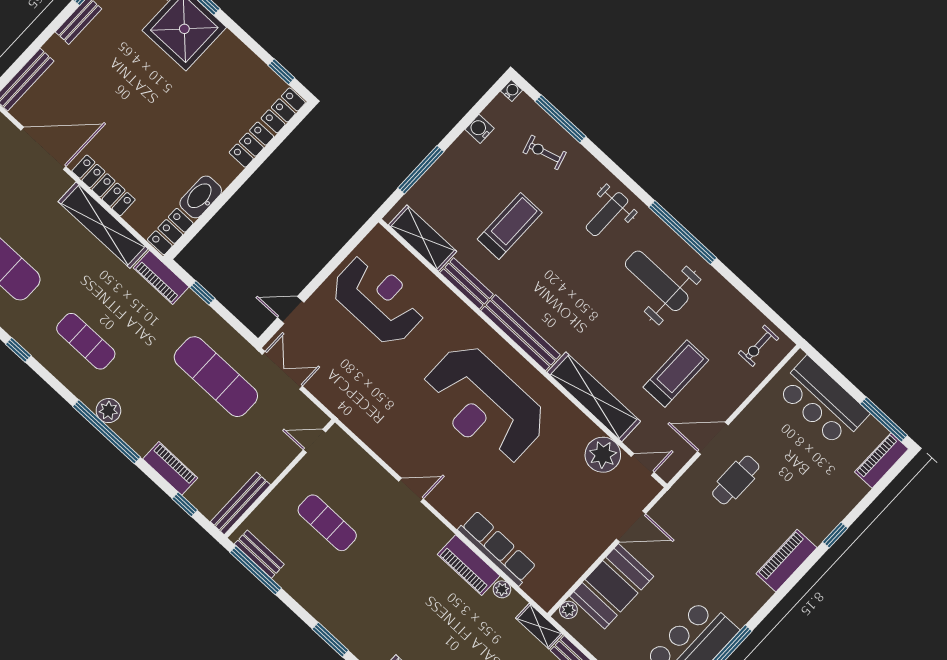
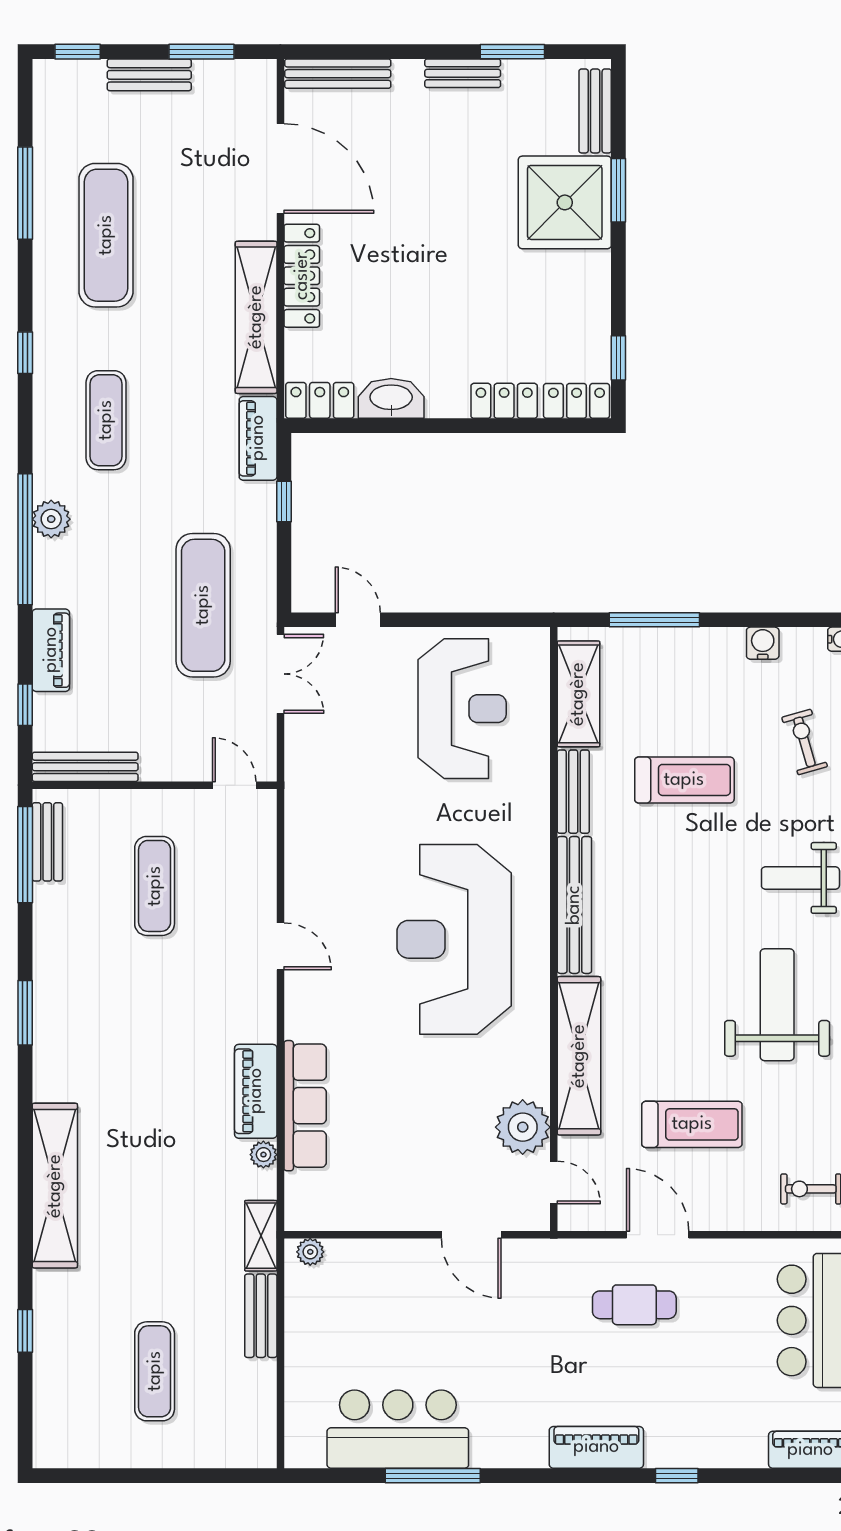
booth: (612, 586) -> (383, 1276), removed

